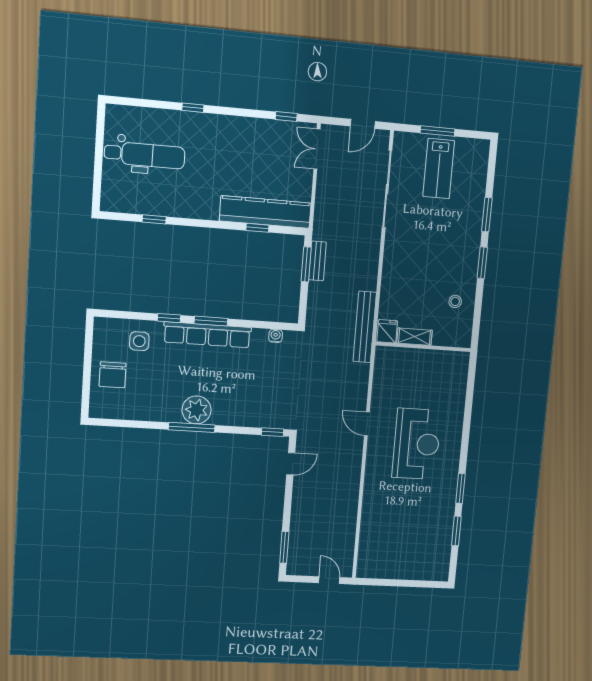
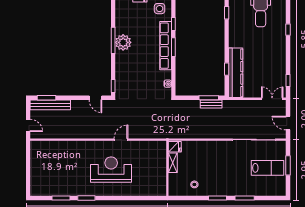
lab bench: (439, 169) -> (268, 168), turned 180
bench: (365, 327) -> (50, 105), moved
reception desk: (417, 444) -> (111, 170), turned 180
door: (329, 580) -> (28, 125), hinge flipped

